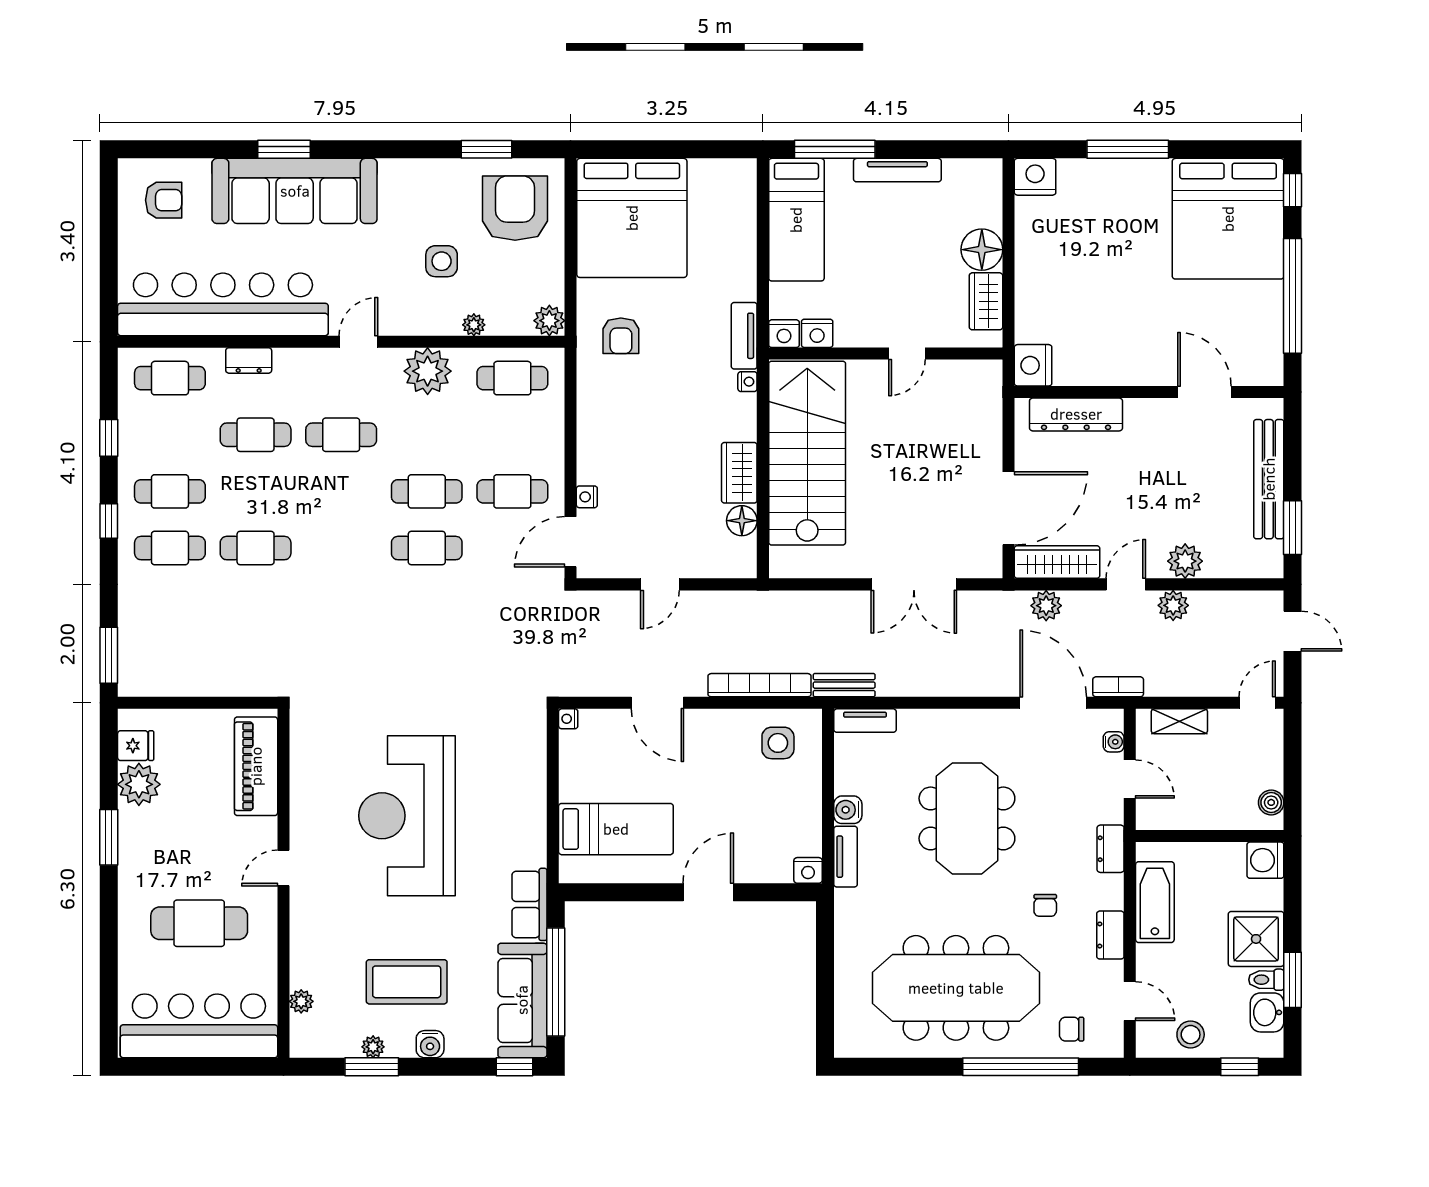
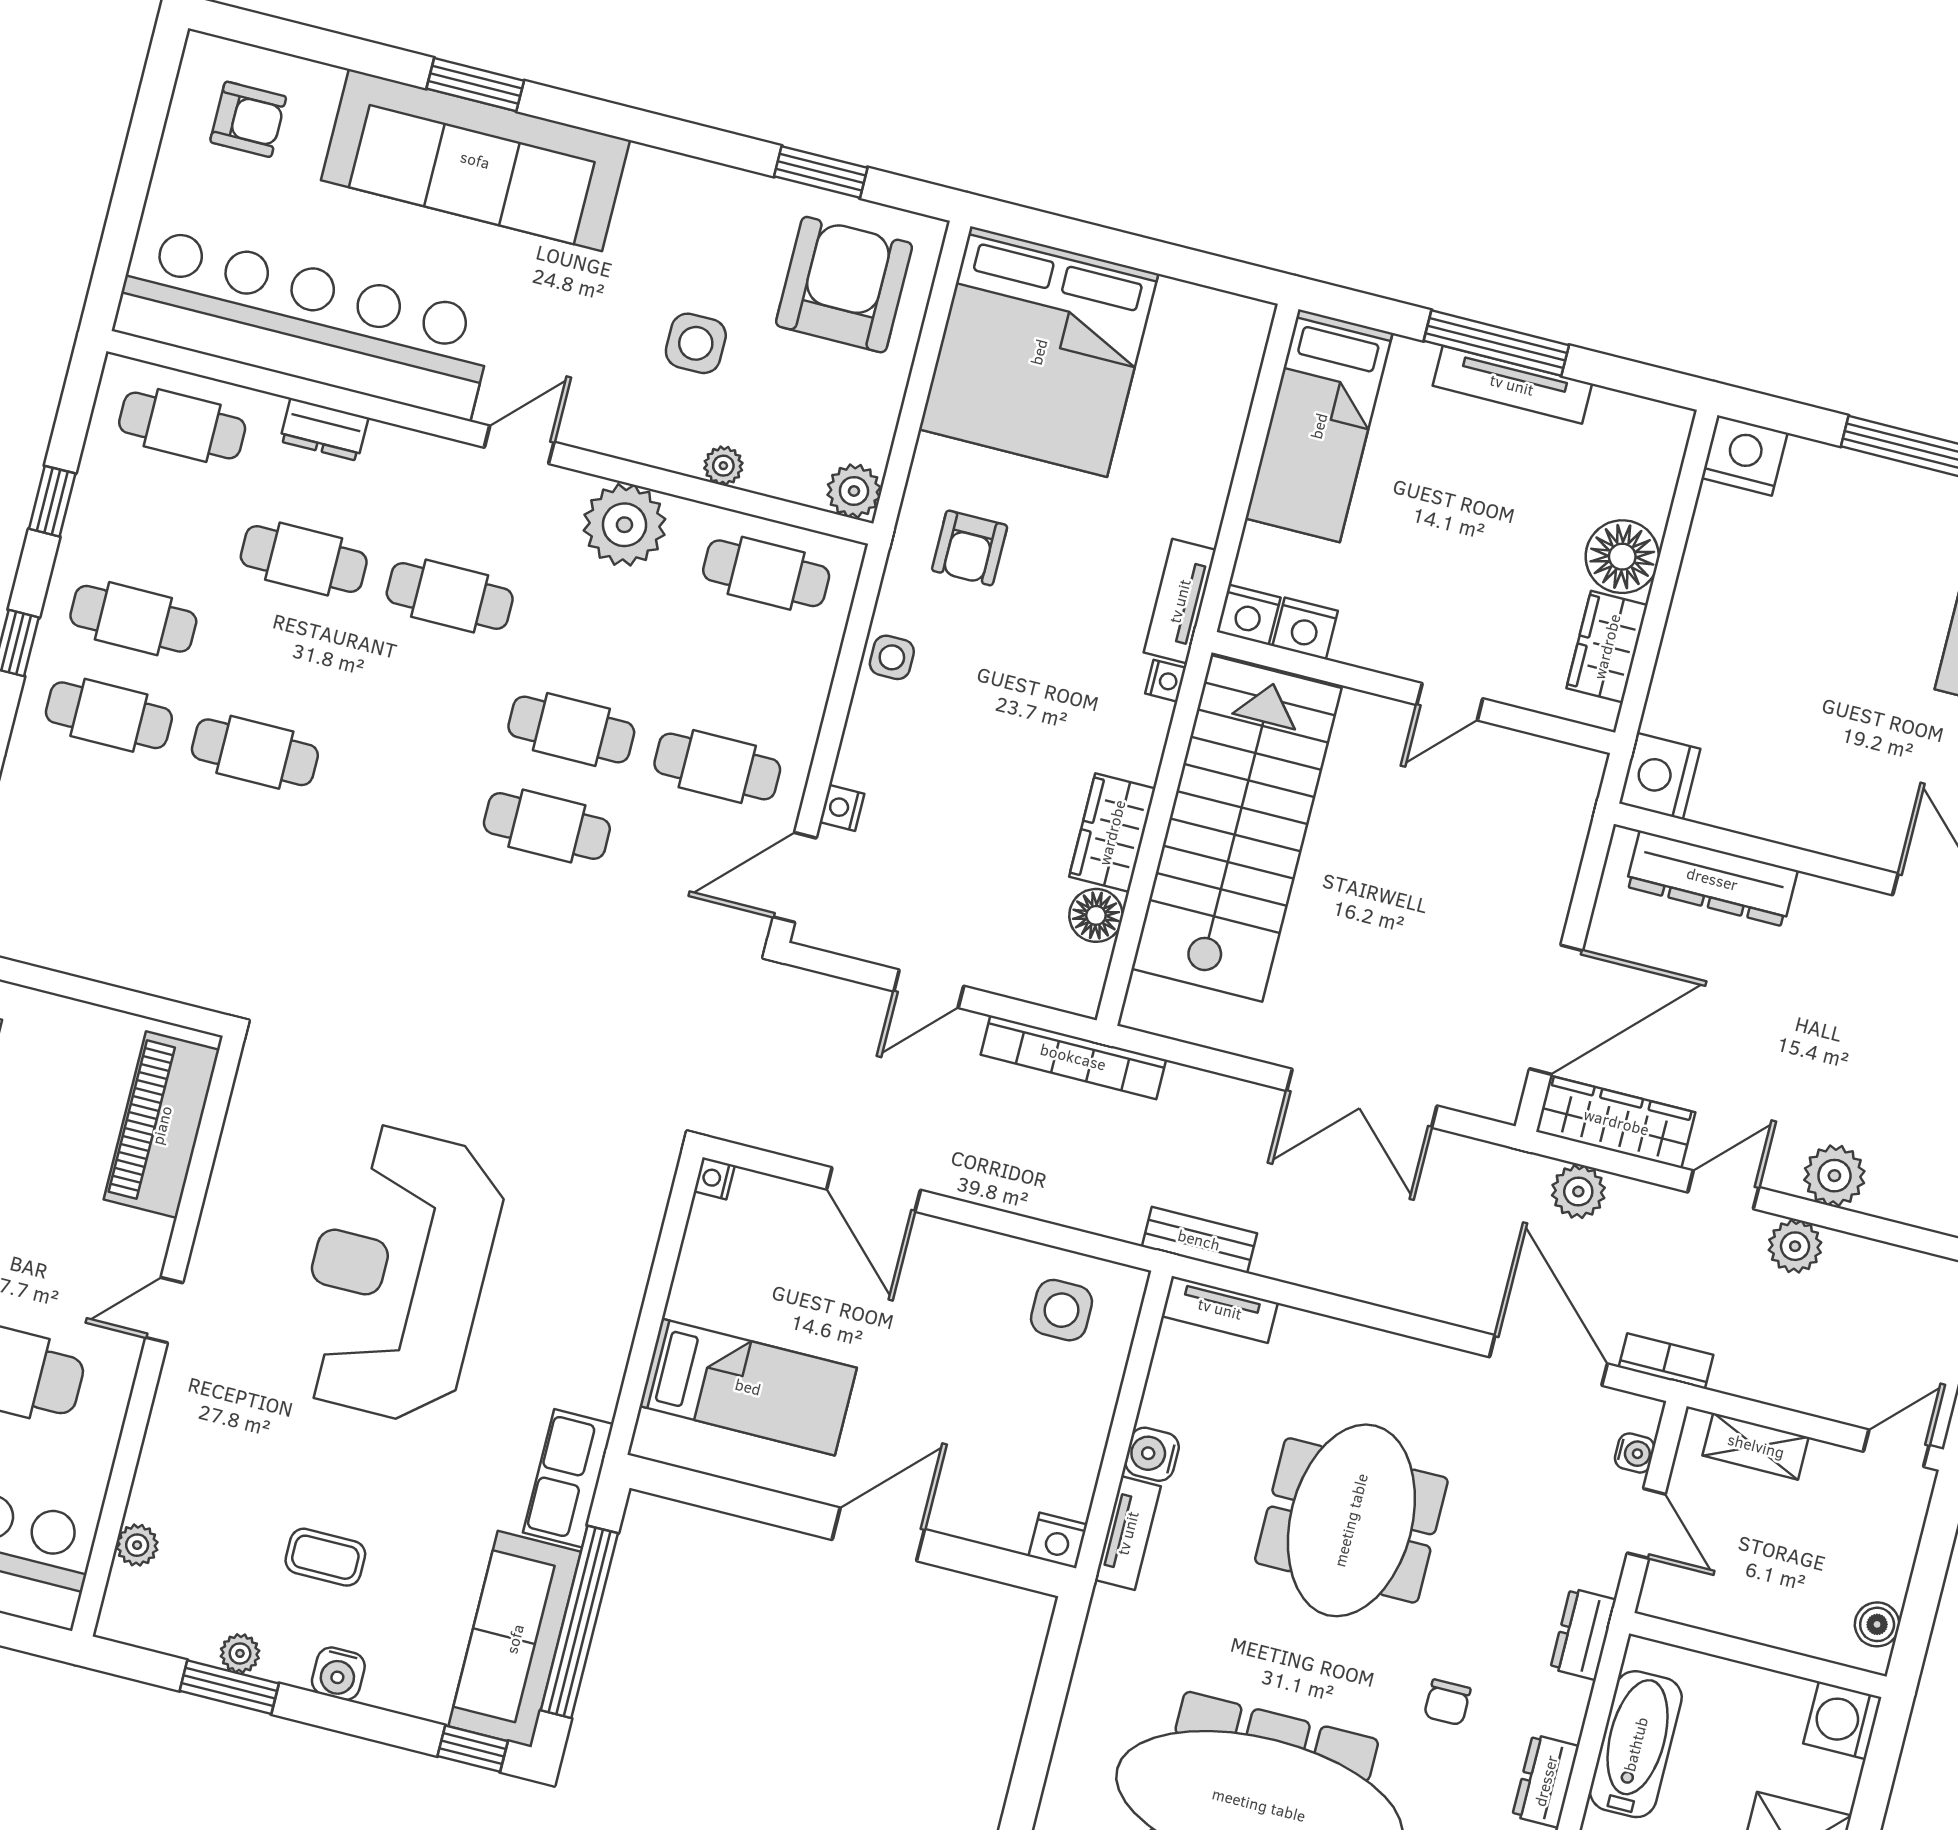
window: (835, 149) -> (1496, 343), moved
side table: (593, 407) -> (892, 657), added
bookcase: (759, 685) -> (1073, 1057), moved, turned 180
coffee table: (407, 982) -> (325, 1557), width x0.54, depth x0.58

